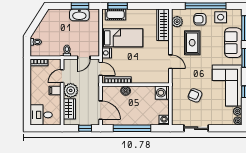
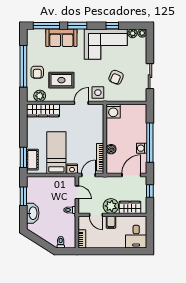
washbasin: (79, 15) -> (33, 213), moved
side table: (221, 17) -> (98, 93), moved
washing machine: (164, 120) -> (142, 148), moved

